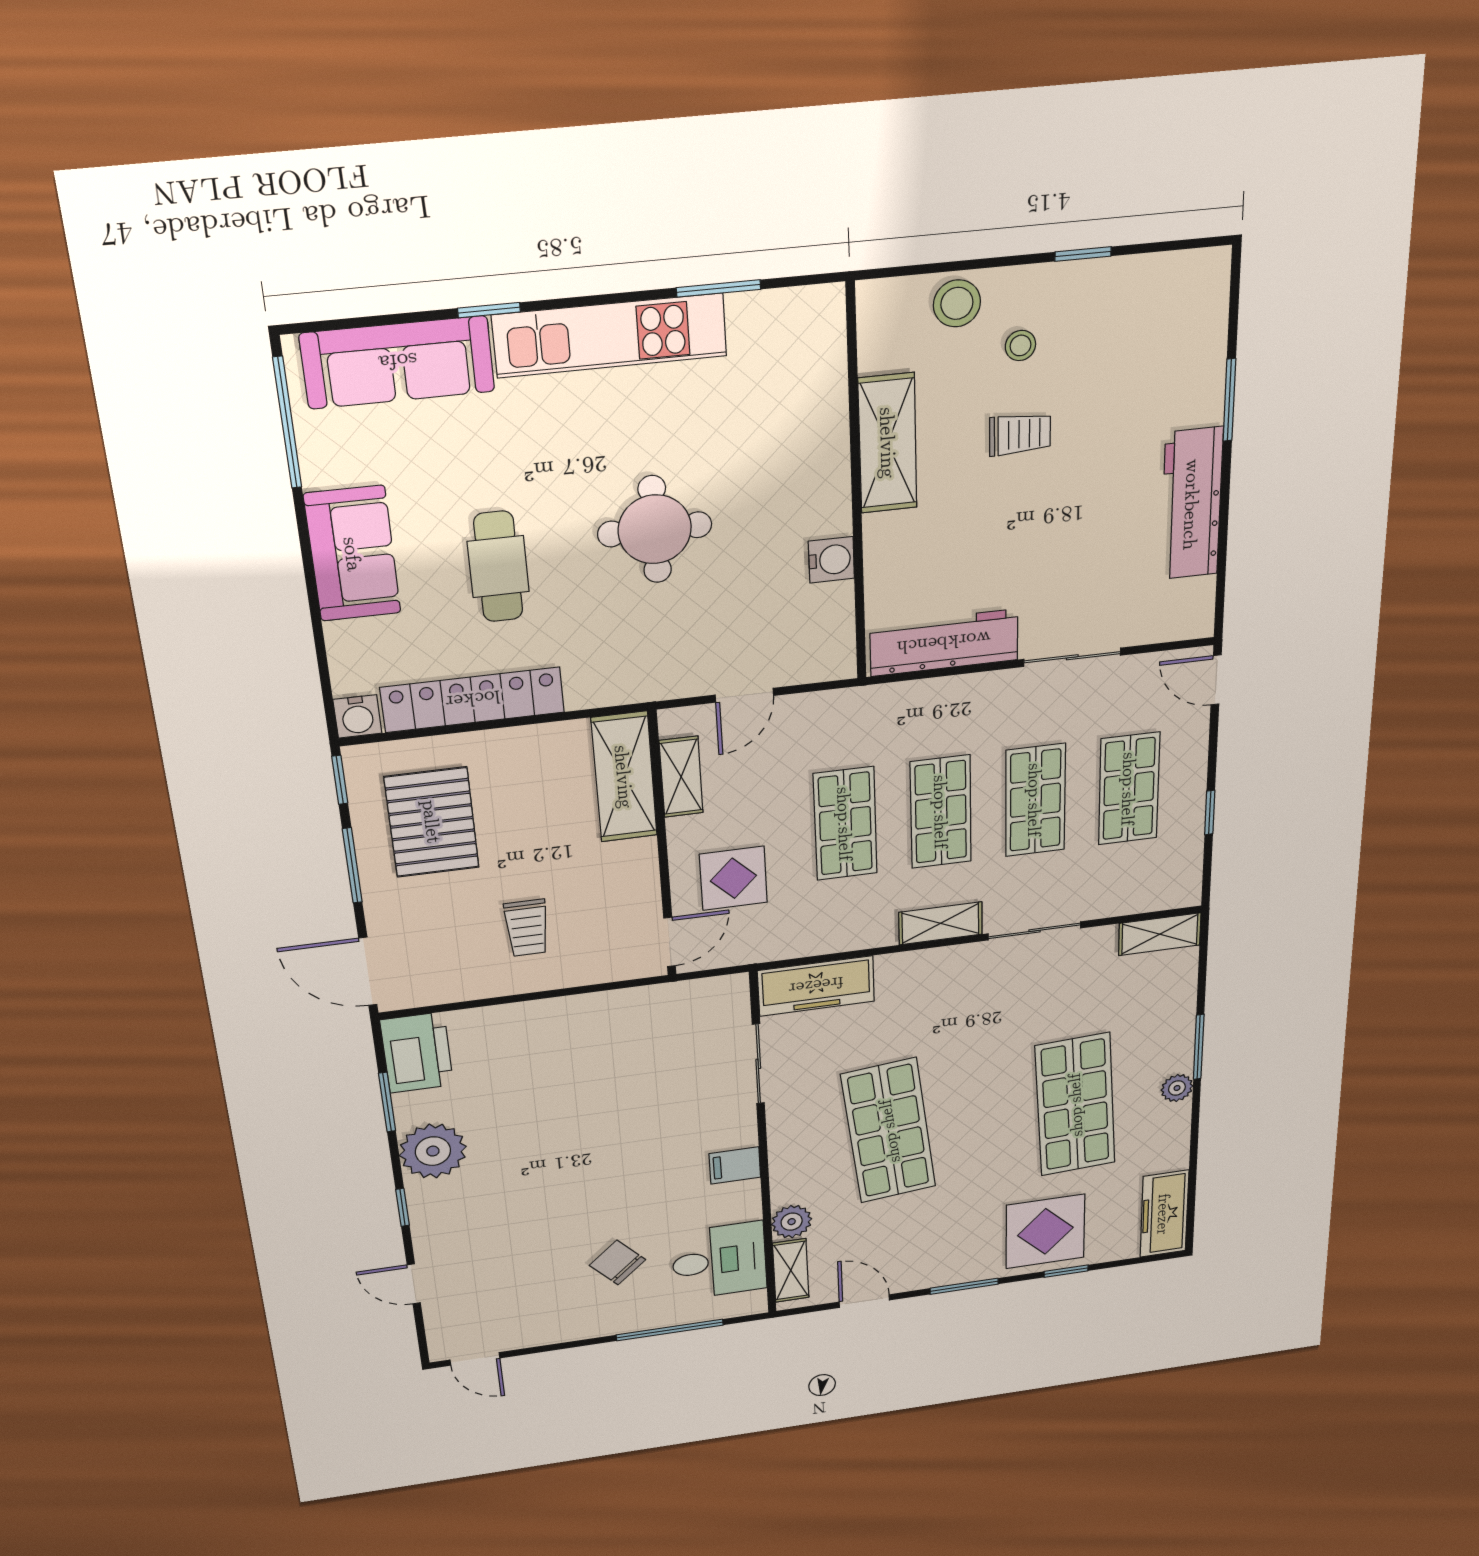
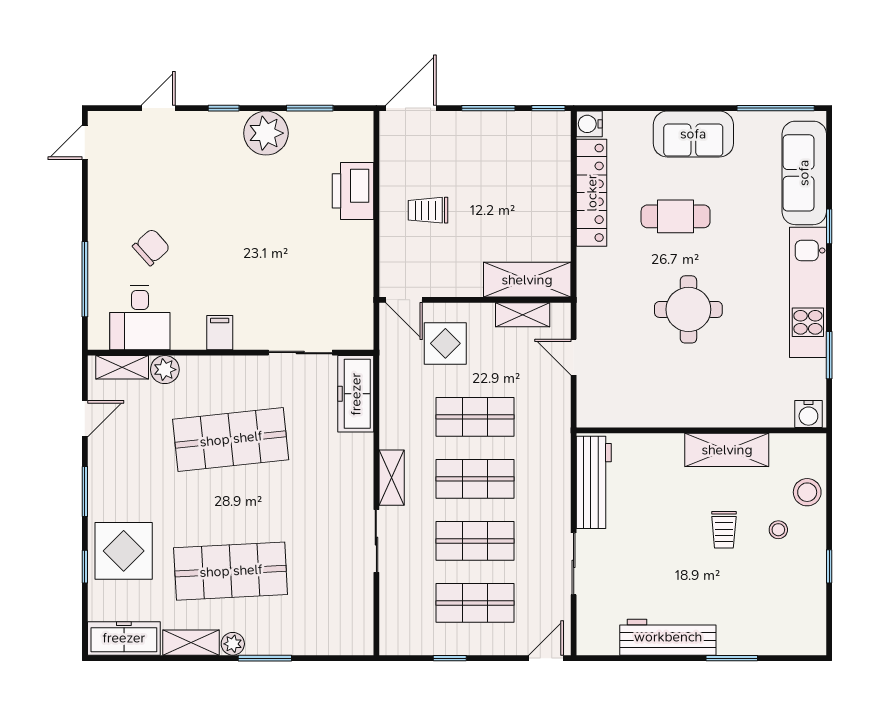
water cooler: (831, 560) -> (808, 414), moved
pallet: (432, 822) -> (512, 160), removed
shelving: (1160, 934) -> (191, 643), moved, turned 90
printer: (417, 1053) -> (353, 191), moved, turned 90

